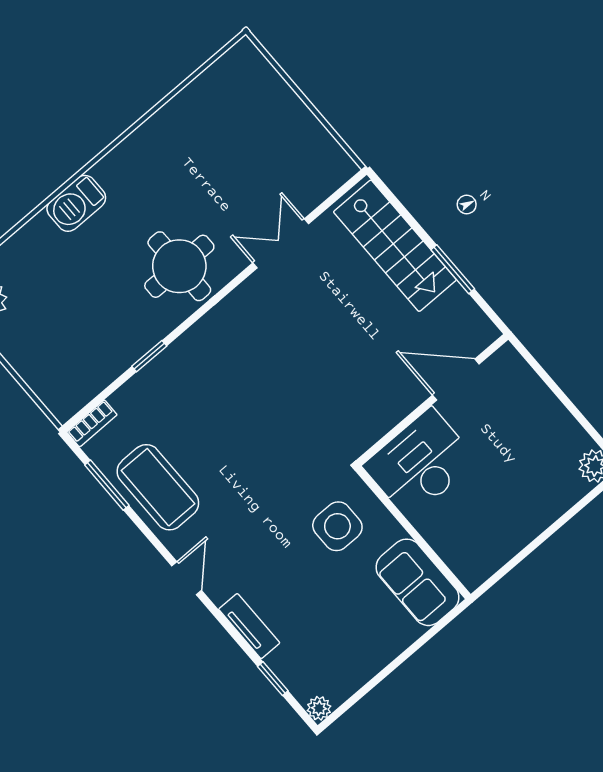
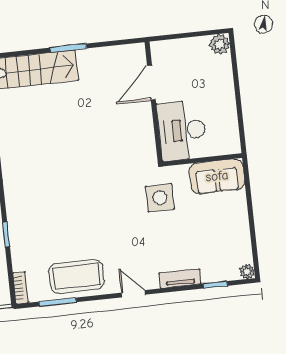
door: (456, 380) -> (151, 83), moved
wall: (432, 400) -> (154, 102), moved
desk: (420, 463) -> (182, 130), moved

